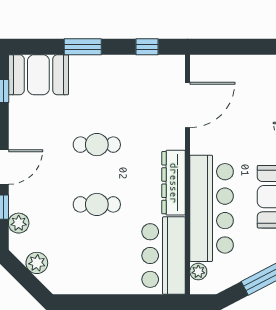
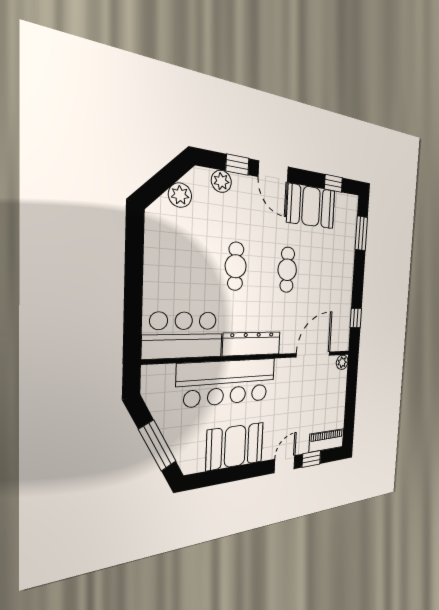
window: (83, 47) -> (361, 233), moved
booth: (38, 75) -> (311, 206), moved, turned 90
door: (188, 105) -> (313, 354), swing flipped
plant: (198, 272) -> (342, 362), moved

